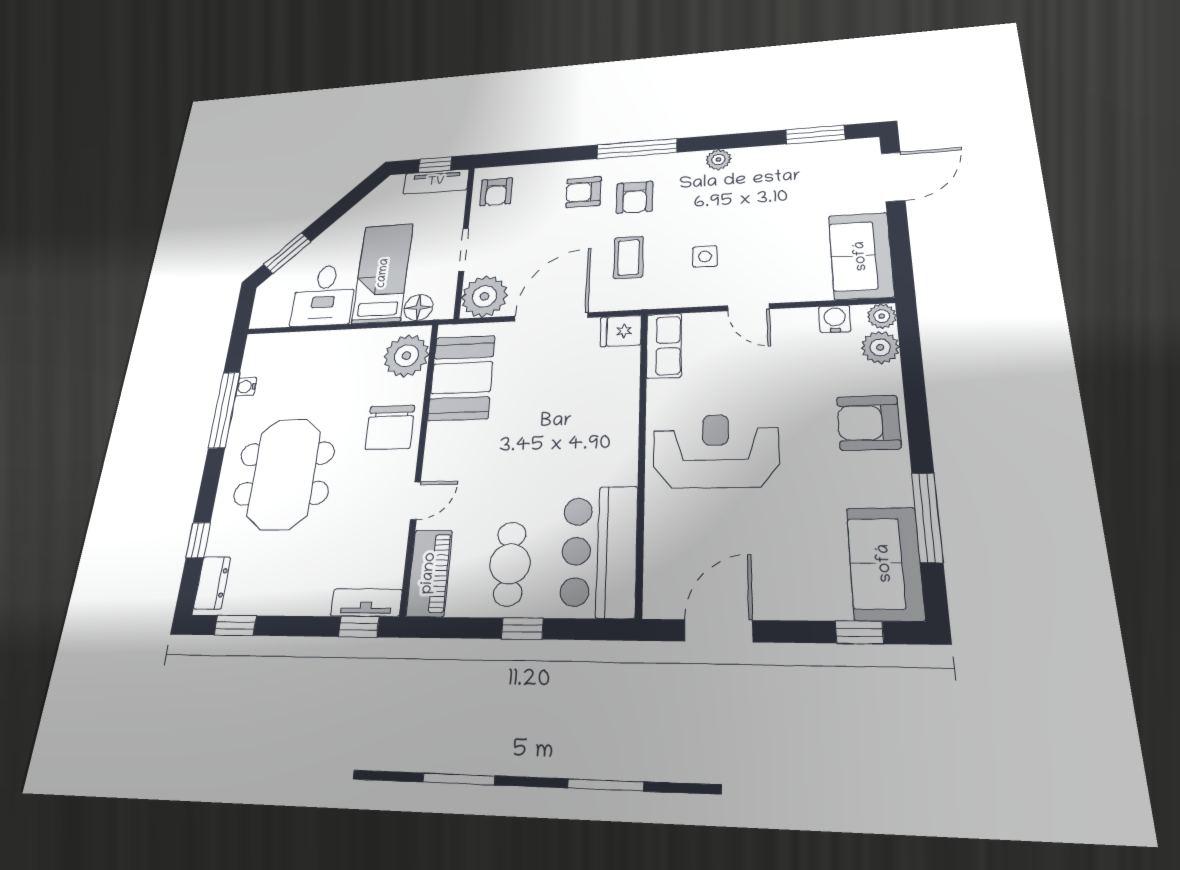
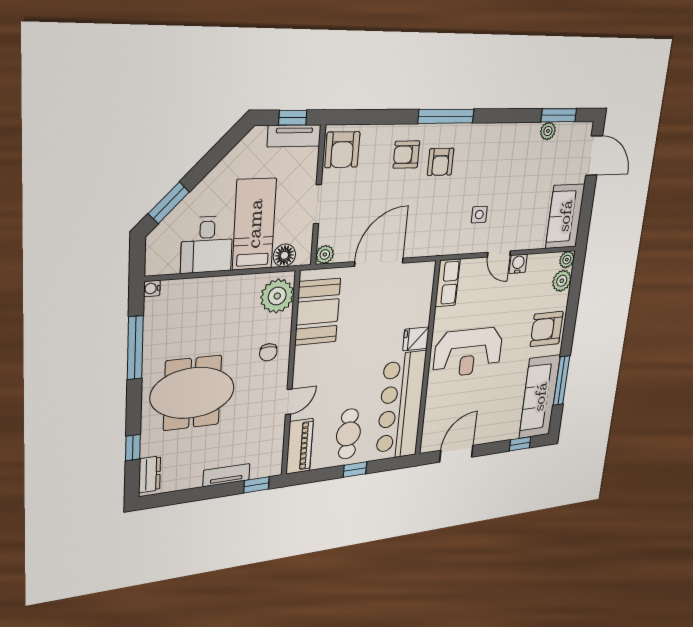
plant: (718, 159) -> (548, 131), moved
door: (893, 177) -> (594, 156), hinge flipped
armchair: (496, 192) -> (342, 150), width x1.38, depth x1.38
coffee table: (629, 257) -> (432, 214), removed
plant: (484, 296) -> (325, 254), width x0.53, depth x0.53
water cooler: (835, 319) -> (518, 264), moved
fridge: (621, 331) -> (416, 339), moved
water cooler: (246, 387) -> (152, 288), moved
chair: (390, 427) -> (268, 352), width x0.54, depth x0.54
reception desk: (716, 451) -> (468, 352), turned 180
meeting table: (284, 473) -> (192, 393), turned 90
bar counter: (599, 551) -> (401, 406), width x1.36
sofa: (885, 563) -> (540, 397), width x1.36
tv unit: (366, 603) -> (226, 475), moved
window: (235, 625) -> (172, 498), removed

